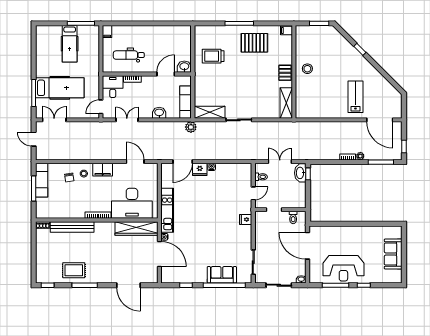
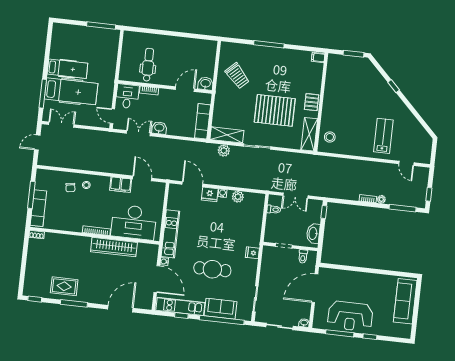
filing cabinet: (107, 32) -> (128, 37), removed
pallet: (254, 43) -> (275, 110), moved, width x1.37, depth x1.41
hospital bed: (70, 44) -> (67, 69), moved, turned -90
dental chair: (129, 55) -> (148, 65), turned 90
trolley: (213, 56) -> (237, 76), turned -133
stool: (307, 69) -> (330, 137), moved
door: (101, 107) -> (112, 116), hinge flipped
washbasin: (159, 113) -> (159, 128), moved
door: (380, 120) -> (406, 163), width x0.53
plant: (191, 127) -> (224, 151), moved
door: (34, 139) -> (37, 142), hinge flipped
door: (183, 162) -> (192, 184), swing flipped
double door: (280, 162) -> (295, 196), swing flipped
plant: (226, 169) -> (238, 197), added
filing cabinet: (103, 170) -> (121, 185), moved
washbasin: (300, 173) -> (313, 233), moved
exam couch: (42, 180) -> (38, 208), moved
door: (253, 193) -> (264, 226), removed
bench: (72, 227) -> (68, 240), removed
wardrobe: (137, 228) -> (114, 247), moved
cafe table: (210, 239) -> (212, 269), added
door: (307, 246) -> (315, 288), hinge flipped
sofa: (393, 254) -> (405, 301), width x1.36
kitchen unit: (184, 277) -> (180, 306), added
door: (128, 285) -> (120, 309), swing flipped

